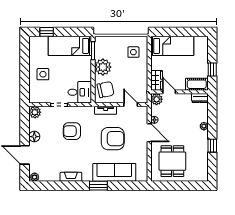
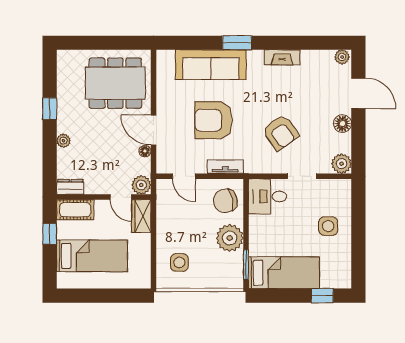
bed: (172, 46) -> (92, 256), moved, turned 180
armchair: (72, 131) -> (281, 132), turned 55
dining table: (172, 161) -> (115, 83), width x1.38

